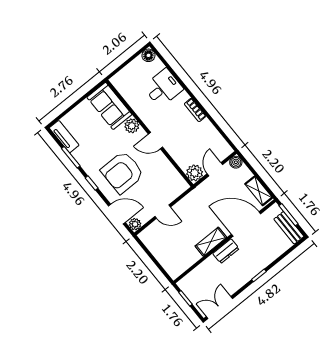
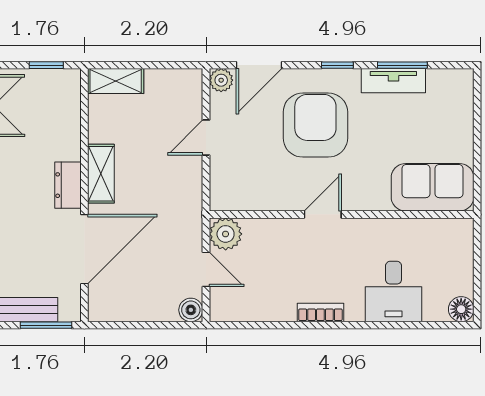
plant: (132, 126) -> (375, 197), removed
tv unit: (64, 137) -> (393, 81), moved
shelving: (259, 191) -> (116, 81), moved

